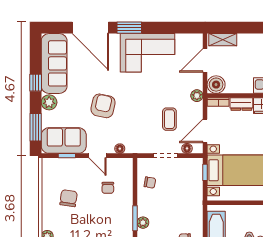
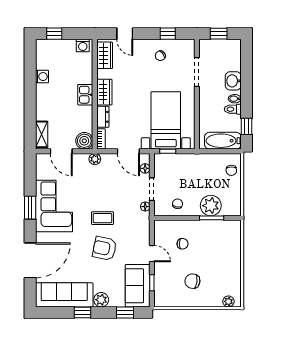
window: (129, 28) -> (30, 208), moved
coffee table: (169, 119) -> (102, 218), moved
window: (36, 127) -> (125, 312), width x0.67
floor lamp: (120, 149) -> (145, 207), moved
door: (97, 156) -> (152, 254), hinge flipped
plant: (143, 223) -> (211, 206), width x1.88, depth x1.88

